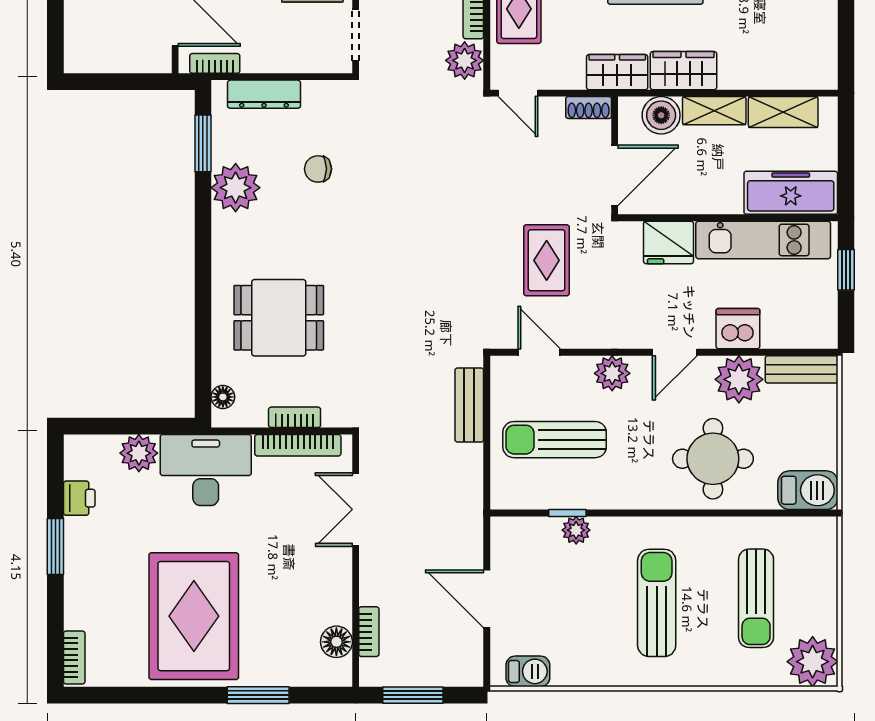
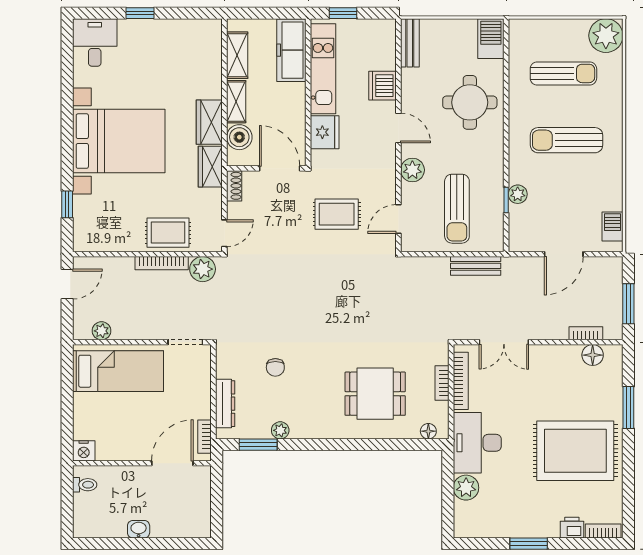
plant: (236, 188) -> (280, 430), width x0.53, depth x0.53
dining table: (279, 318) -> (375, 394), turned 90
plant: (739, 379) -> (416, 85), removed
bench: (469, 405) -> (476, 266), moved
printer: (79, 498) -> (572, 528), moved

